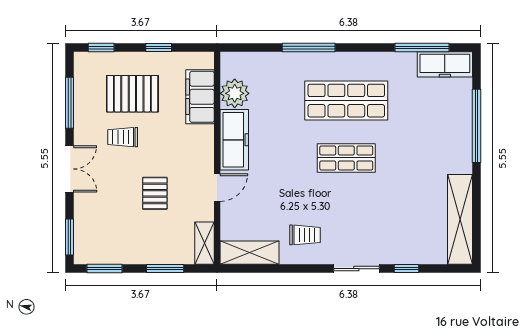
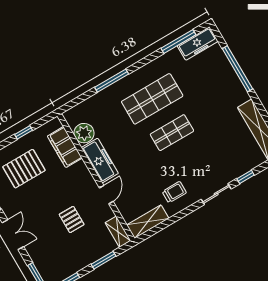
trolley: (123, 137) -> (33, 198), removed

